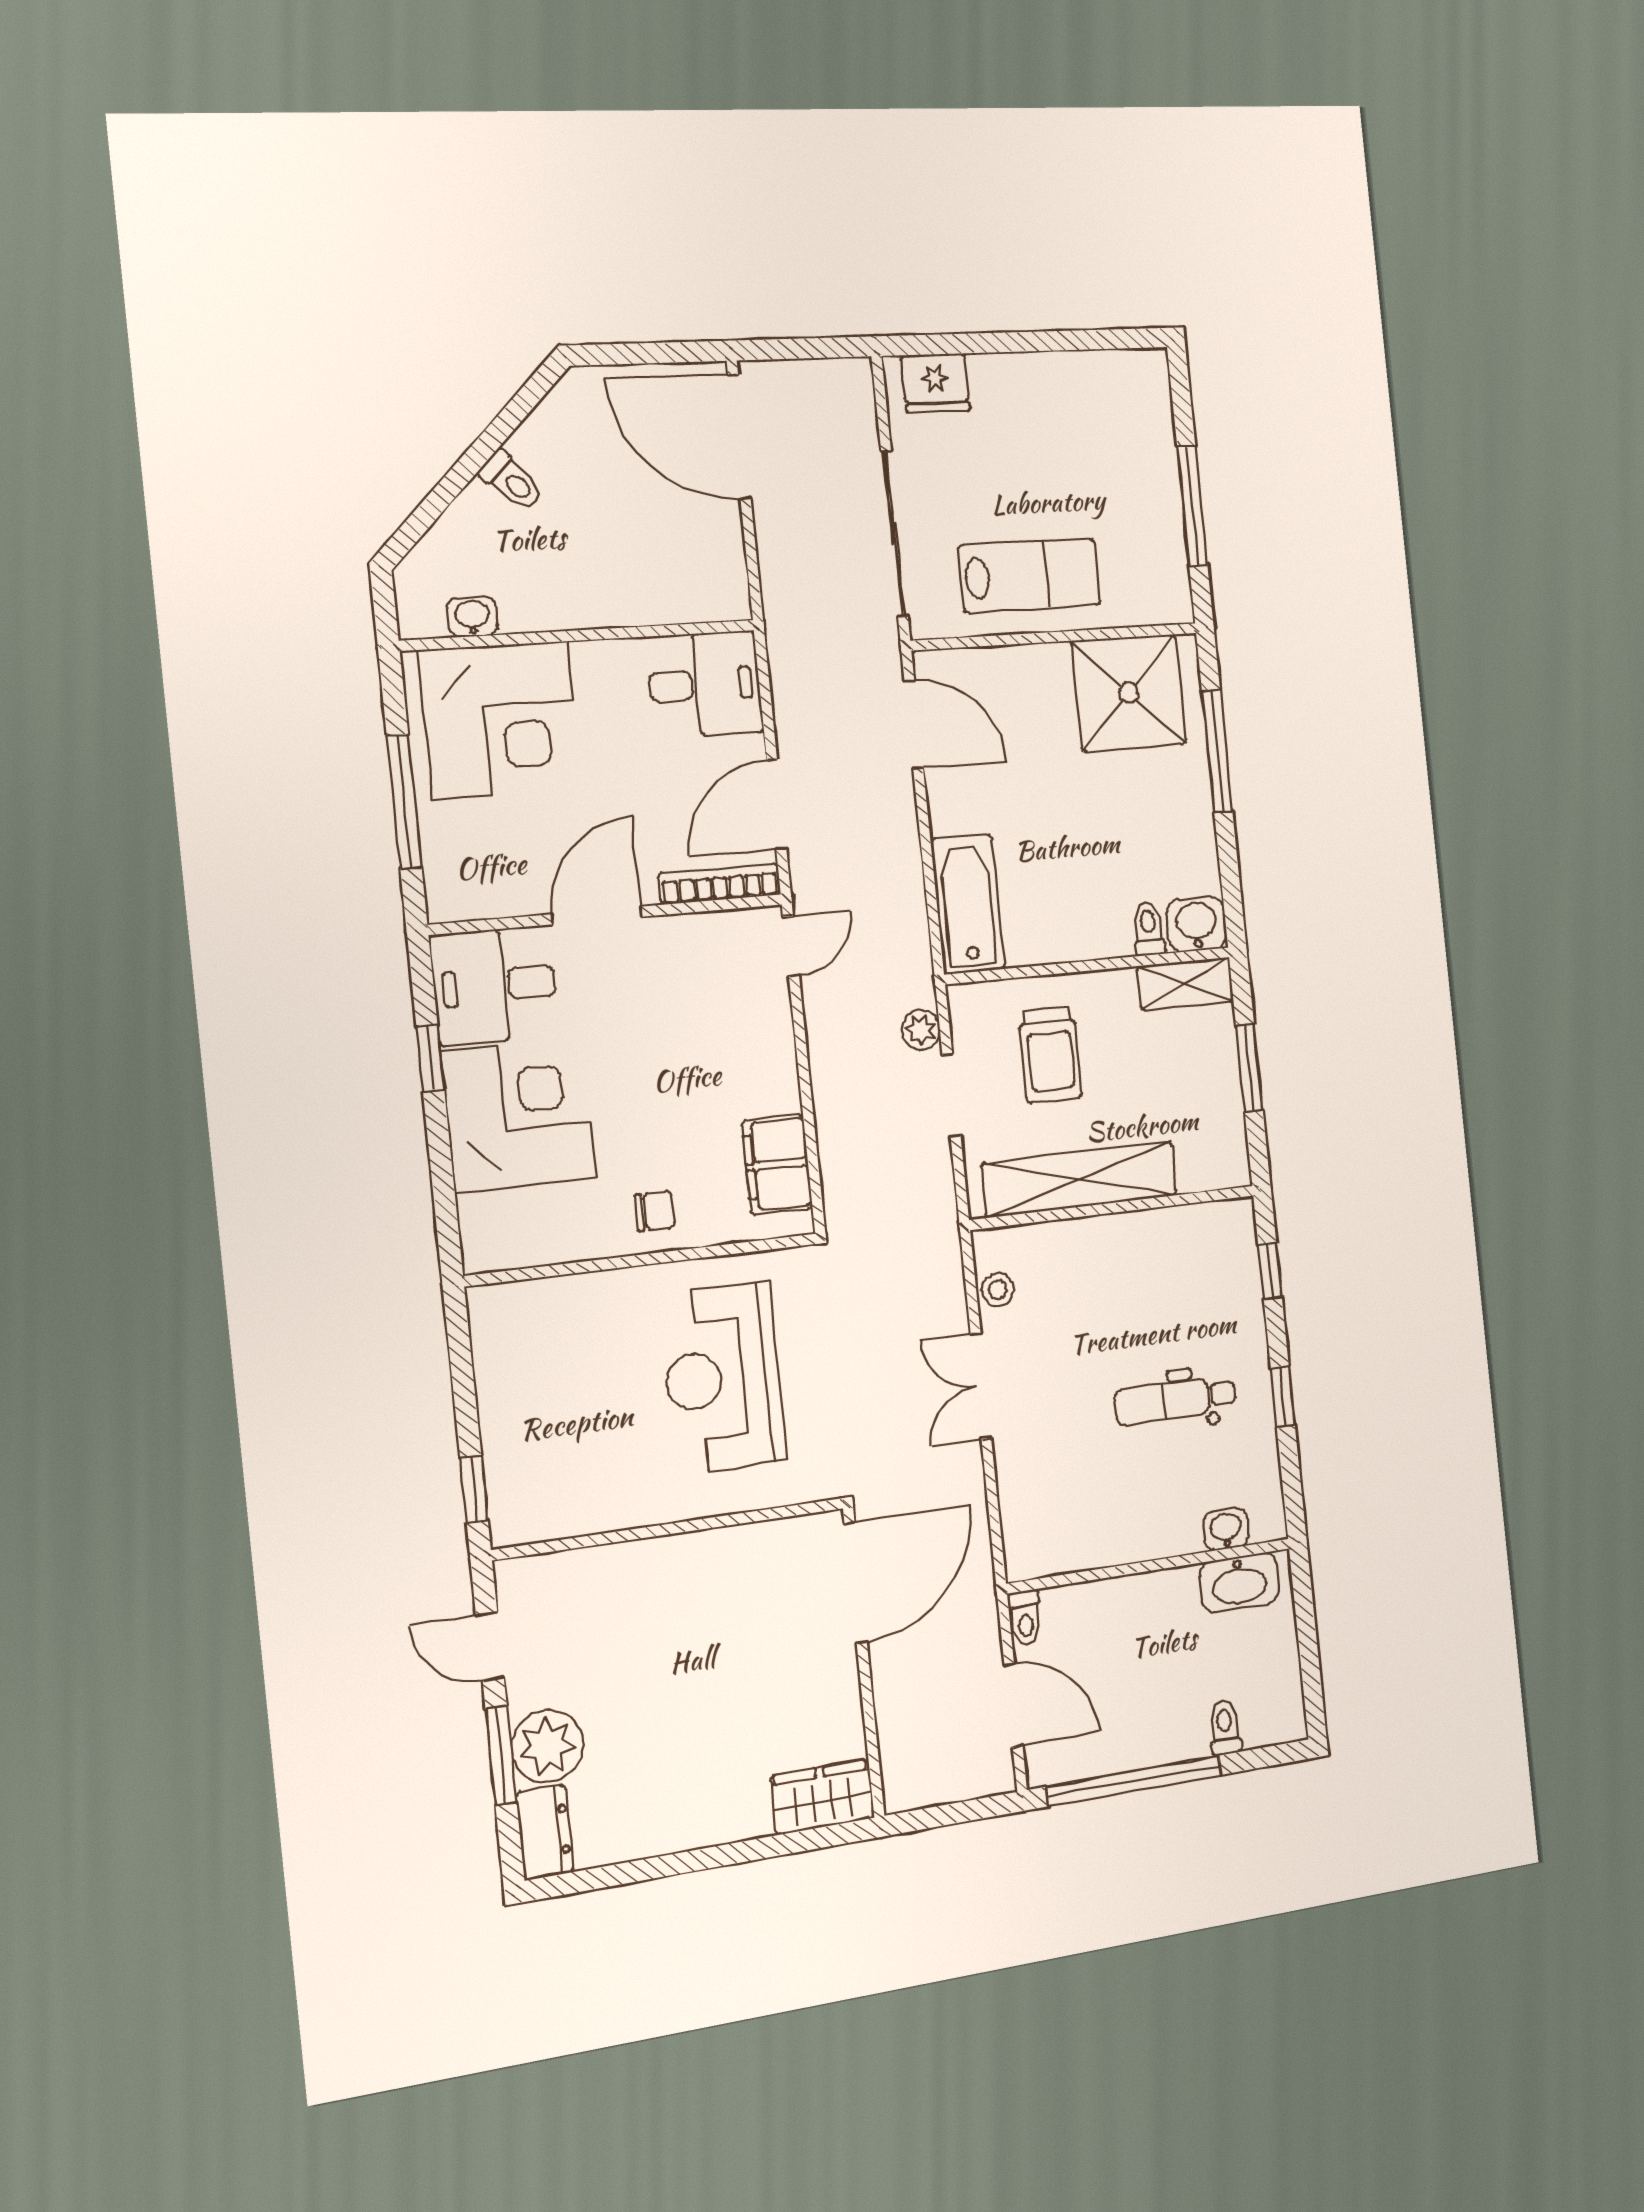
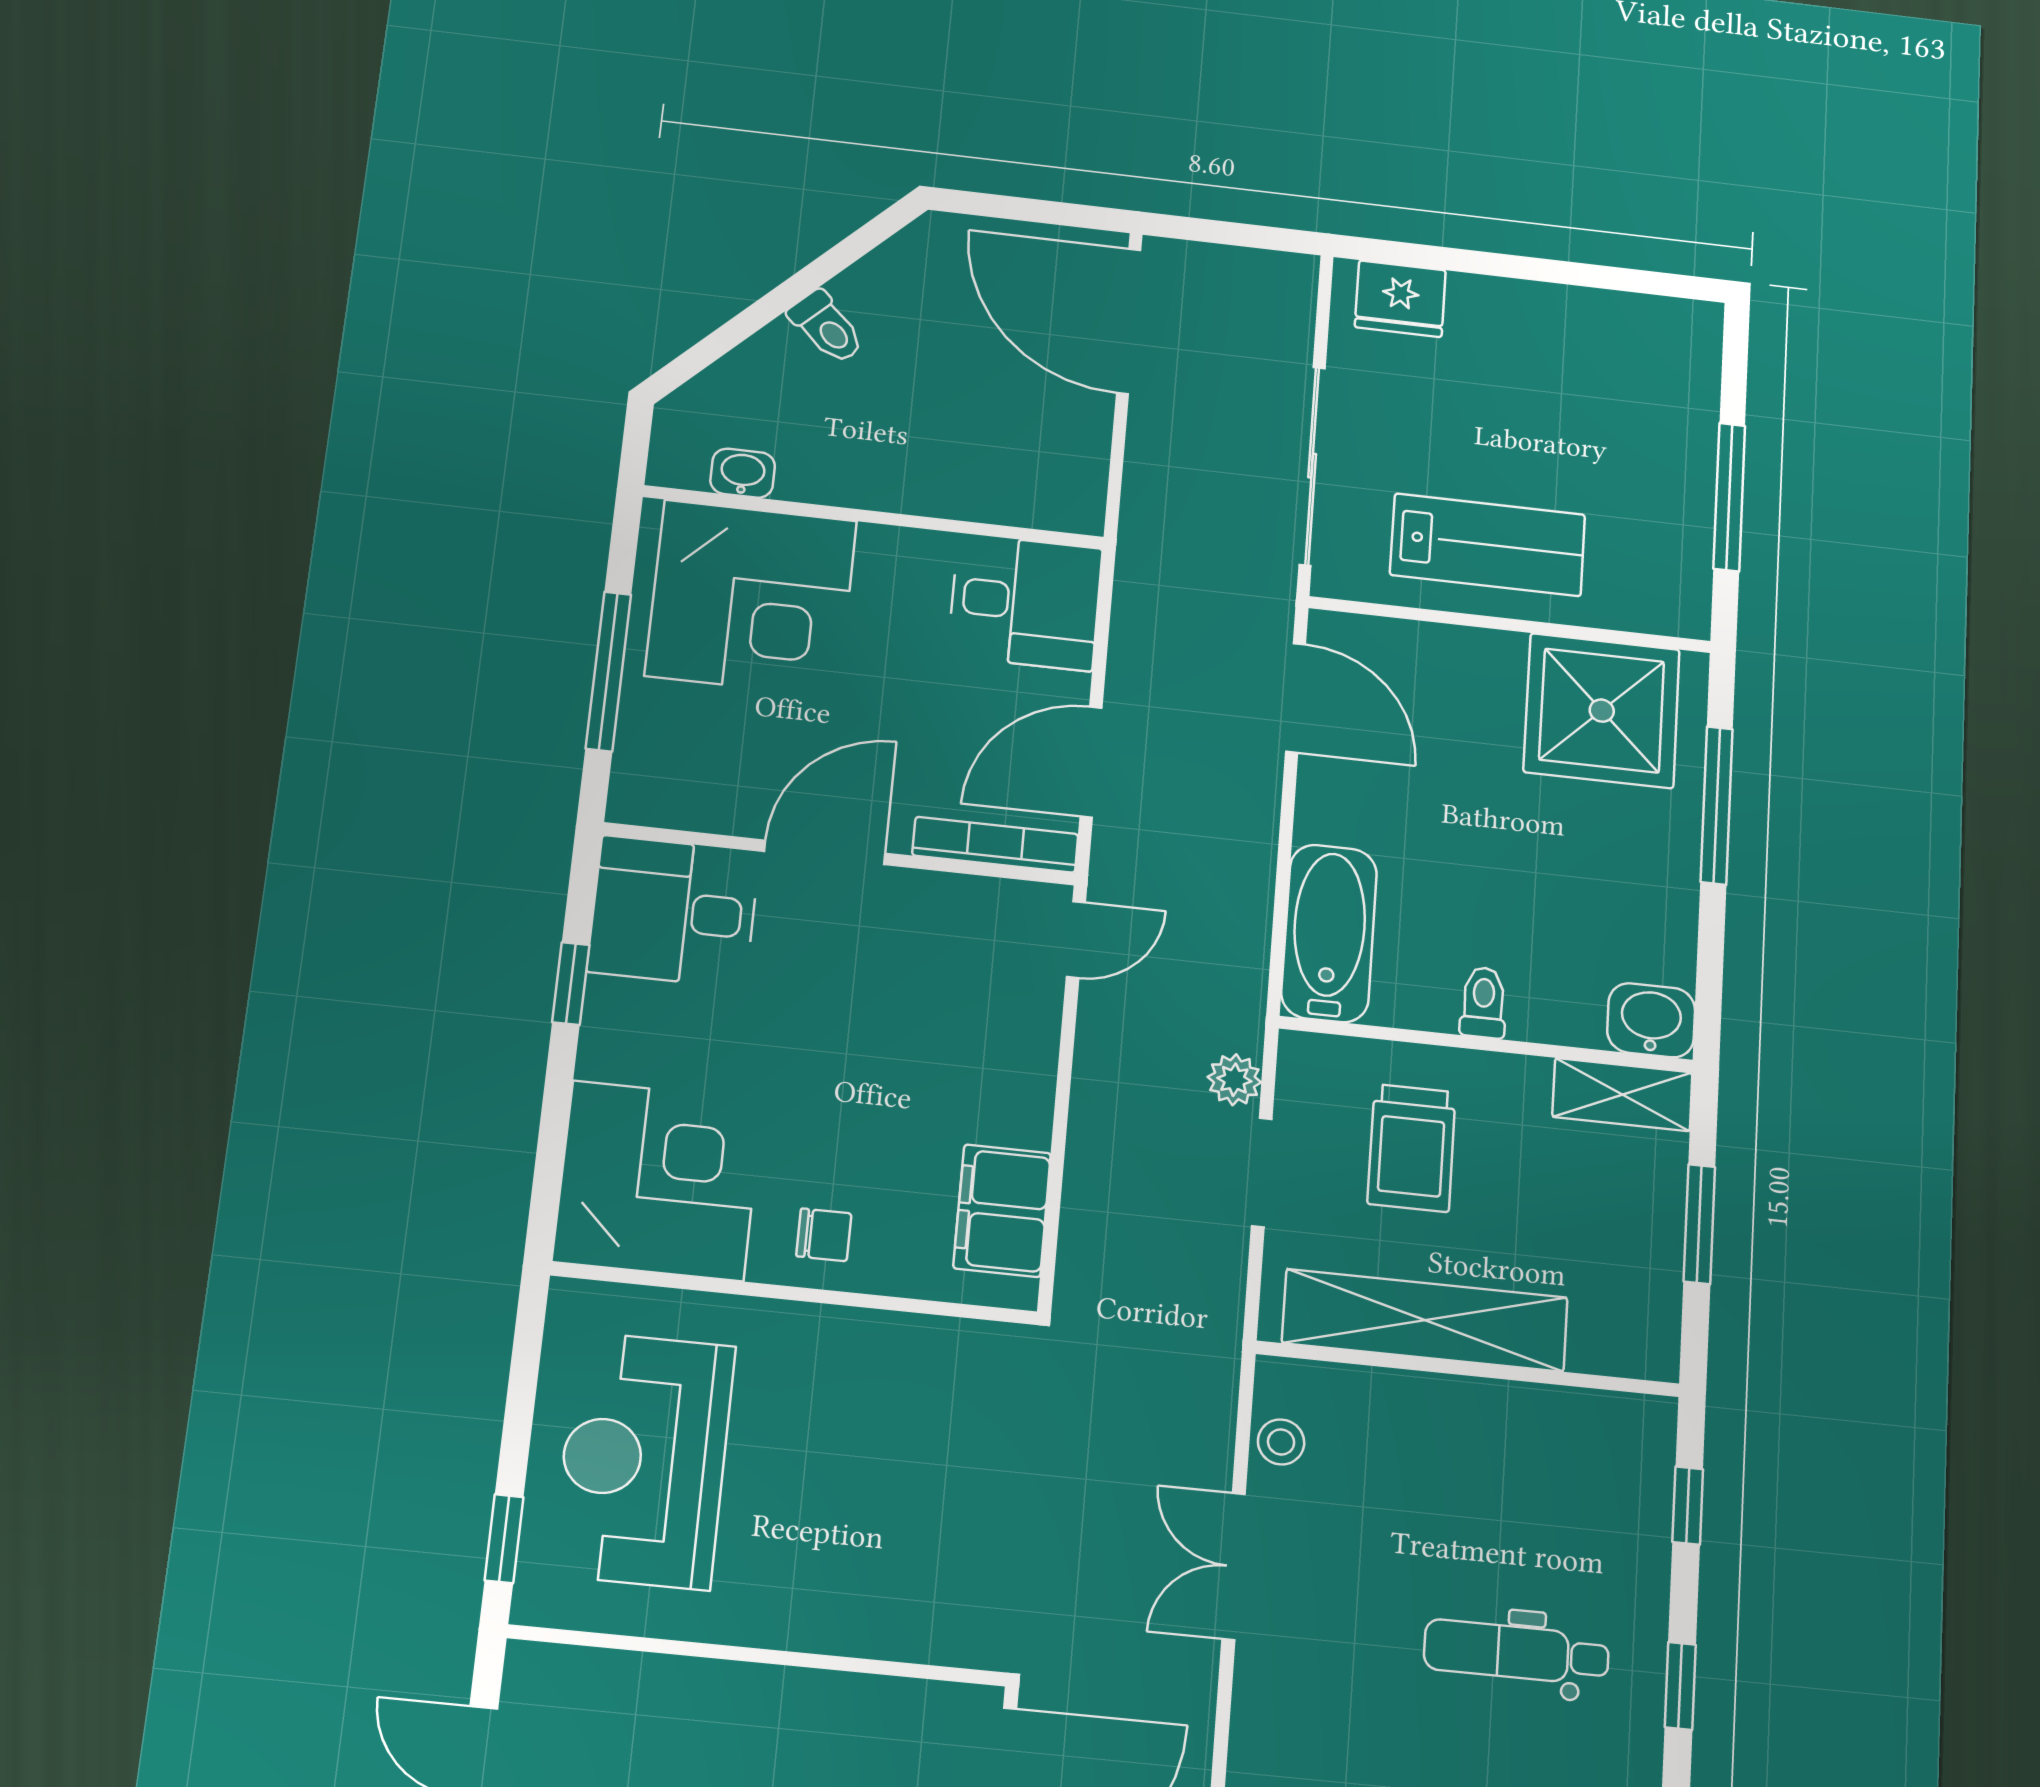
toilet: (1148, 929) -> (1483, 1002), moved
corner desk: (519, 1115) -> (658, 1181), moved
reception desk: (723, 1378) -> (644, 1460), moved

